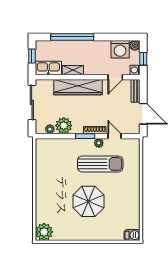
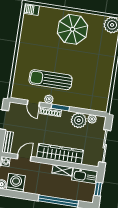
parasol: (88, 201) -> (73, 29), moved

